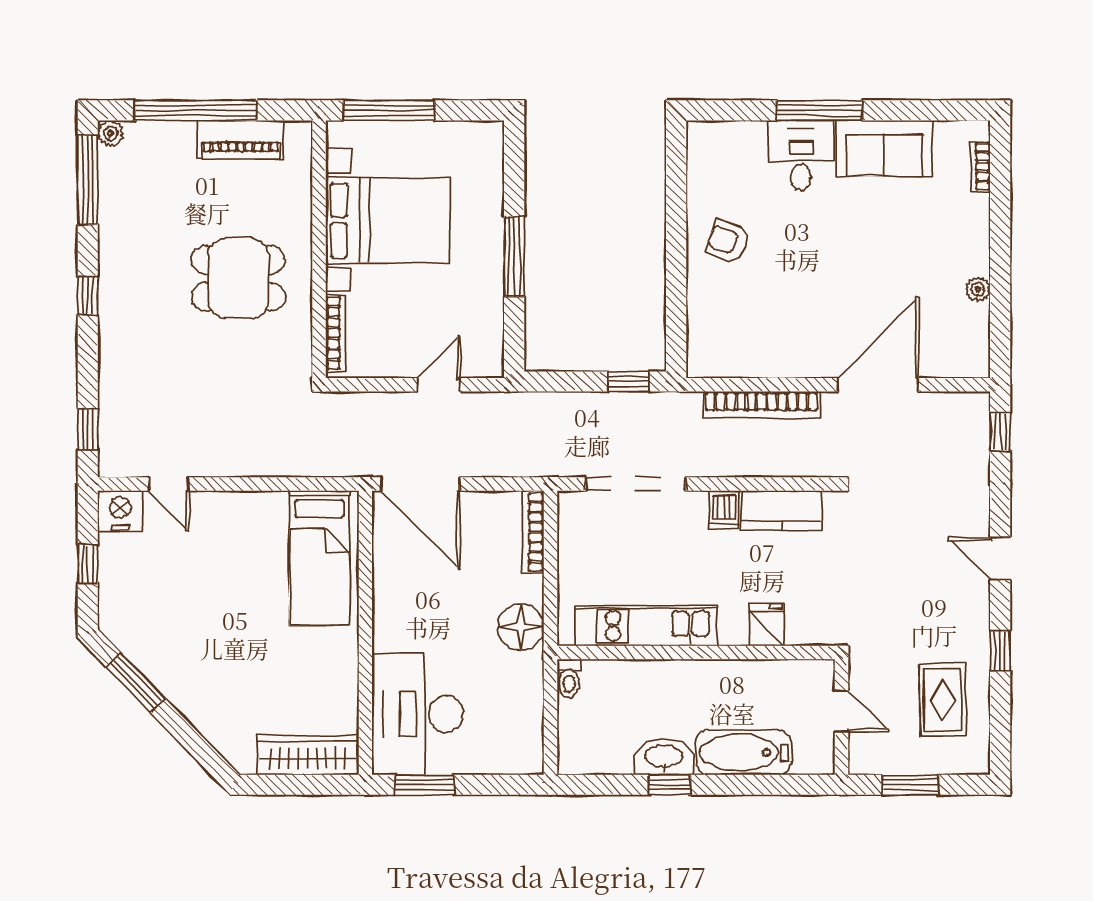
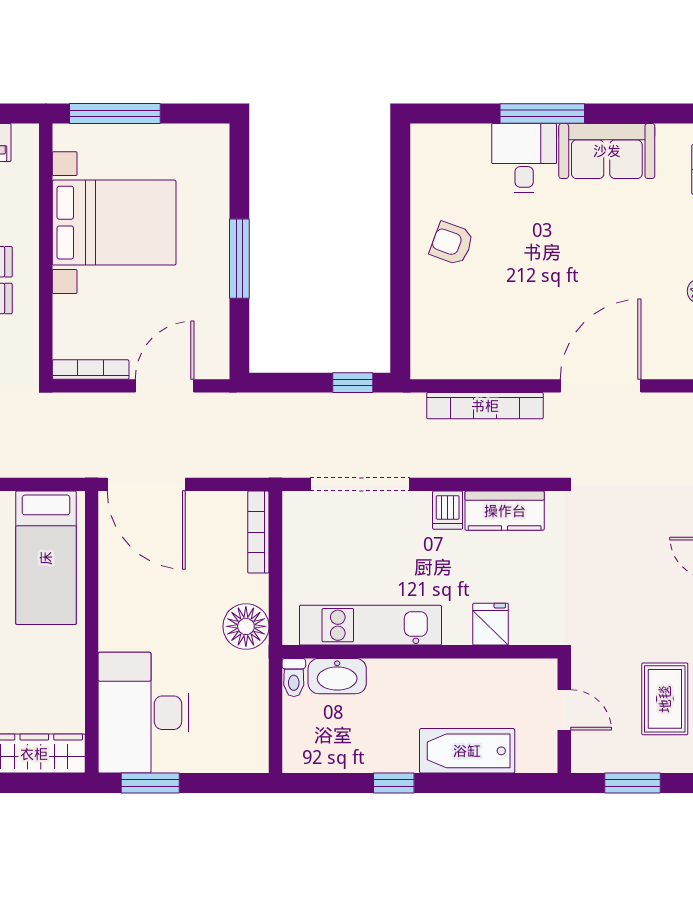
bookcase: (336, 333) -> (91, 370), moved, turned -90
door: (439, 385) -> (165, 386), width x1.37
washbasin: (664, 757) -> (337, 676), moved, turned 180

